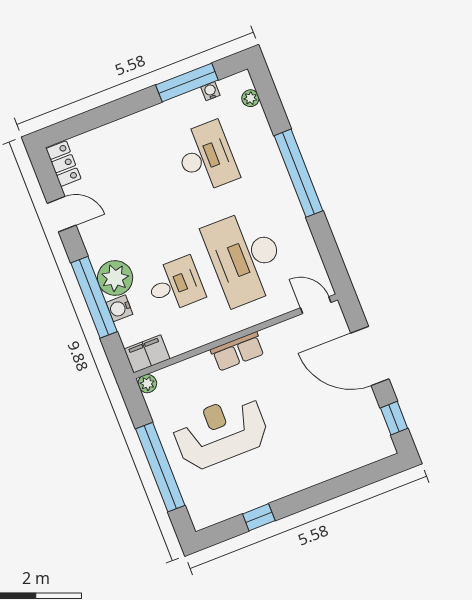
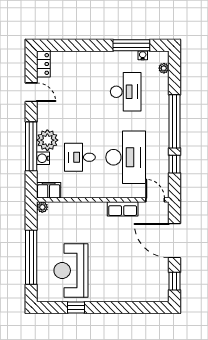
window: (324, 239) -> (174, 164), added
desk: (245, 257) -> (126, 157), turned 180
desk: (175, 285) -> (80, 157), turned 180
row of seats: (238, 351) -> (123, 209), moved
reception desk: (221, 432) -> (71, 271), moved, turned -90

